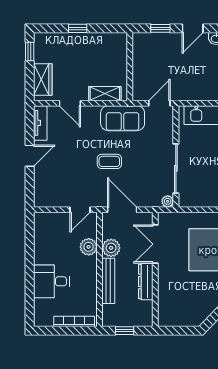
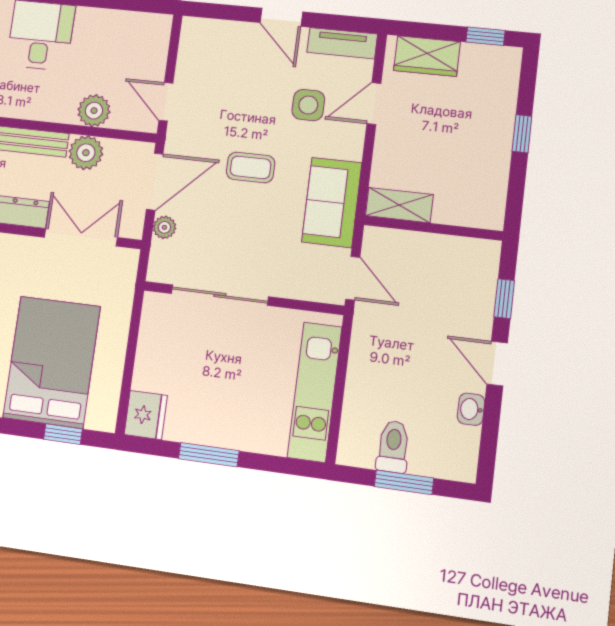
shelving: (105, 94) -> (399, 205), moved, turned 90
side table: (74, 136) -> (308, 105), added
coffee table: (109, 161) -> (251, 167), turned 90
plant: (168, 201) -> (164, 227), moved

